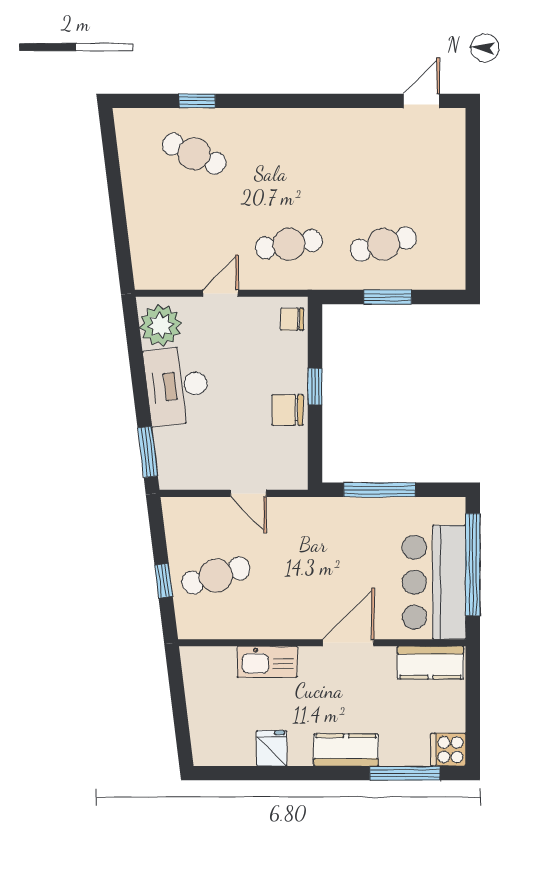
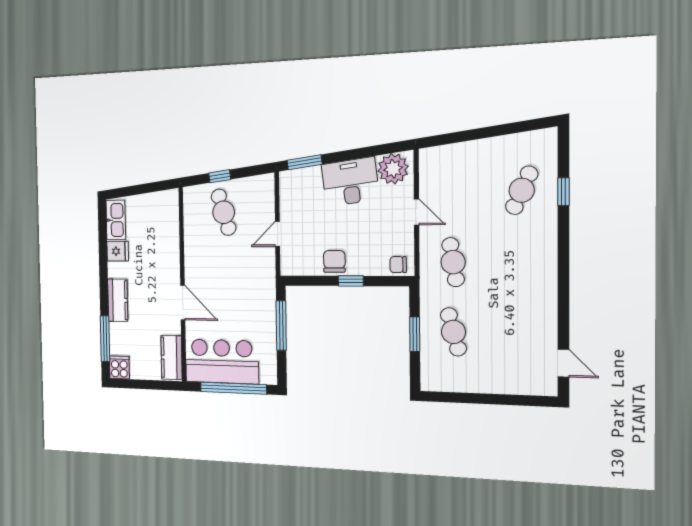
chair: (292, 319) -> (398, 265), turned -90
kitchen sink: (267, 662) -> (116, 220), moved, turned 180

